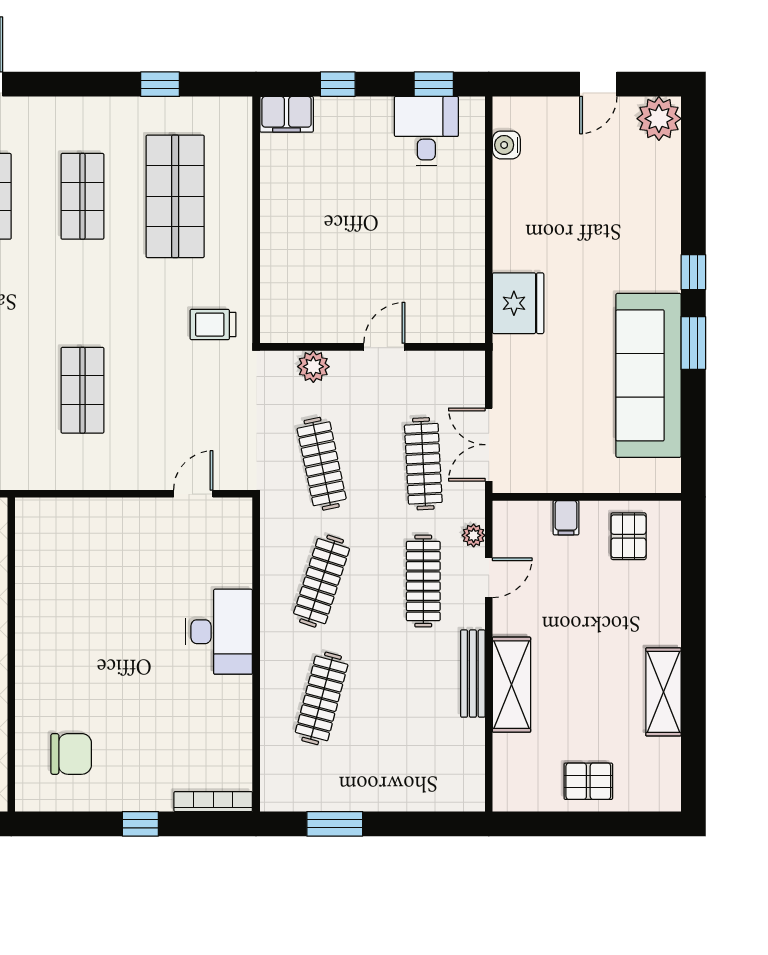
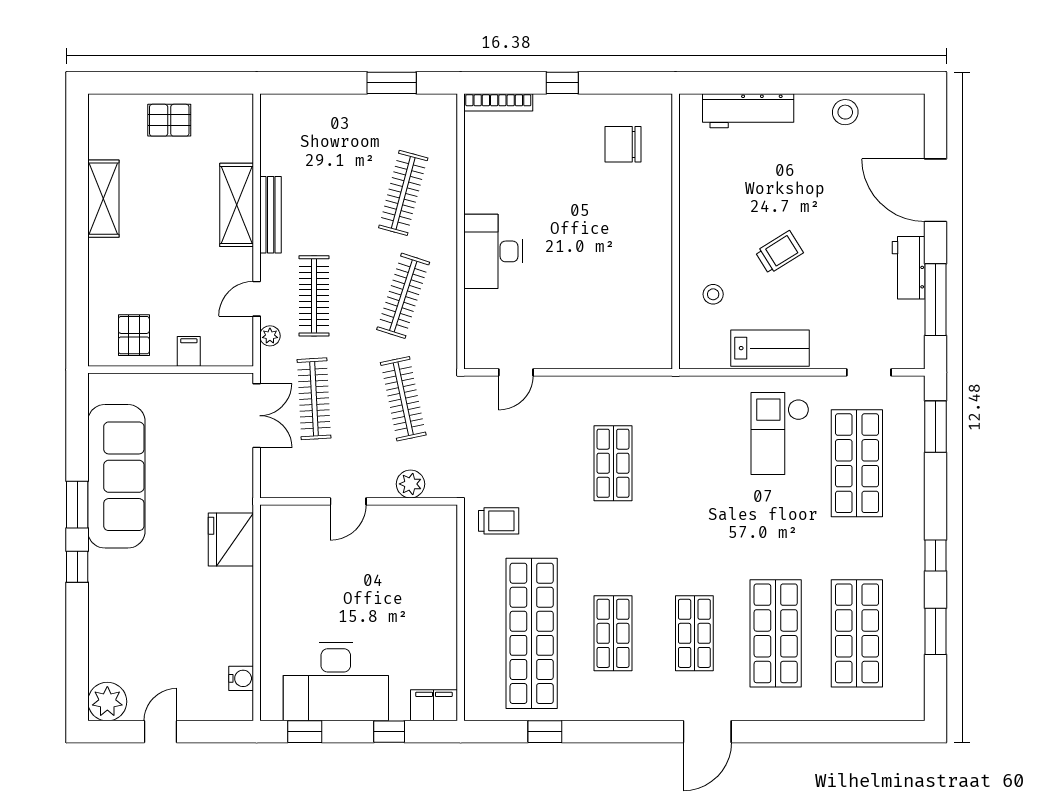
desk: (426, 131) -> (336, 682), width x1.87, depth x1.30
shop shelf: (175, 196) -> (532, 633), width x1.40

